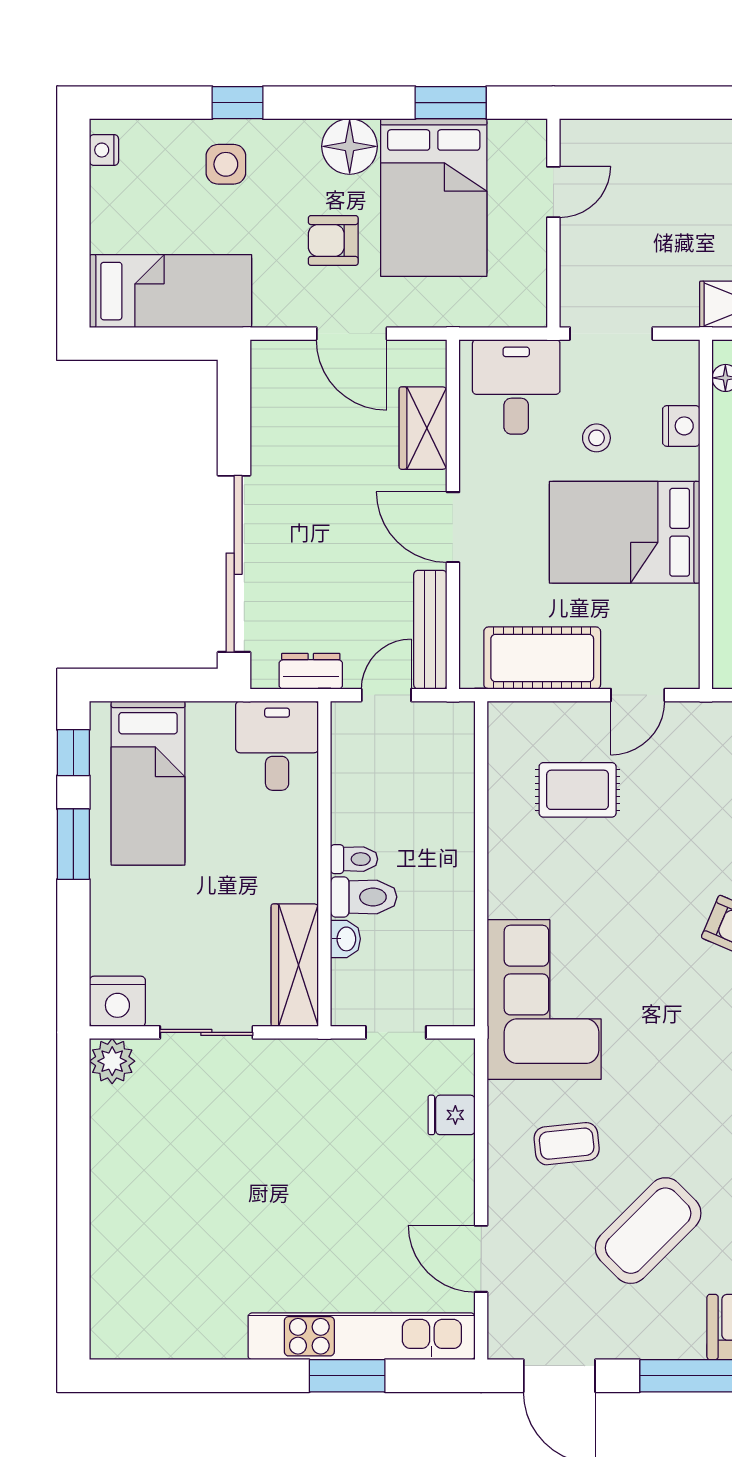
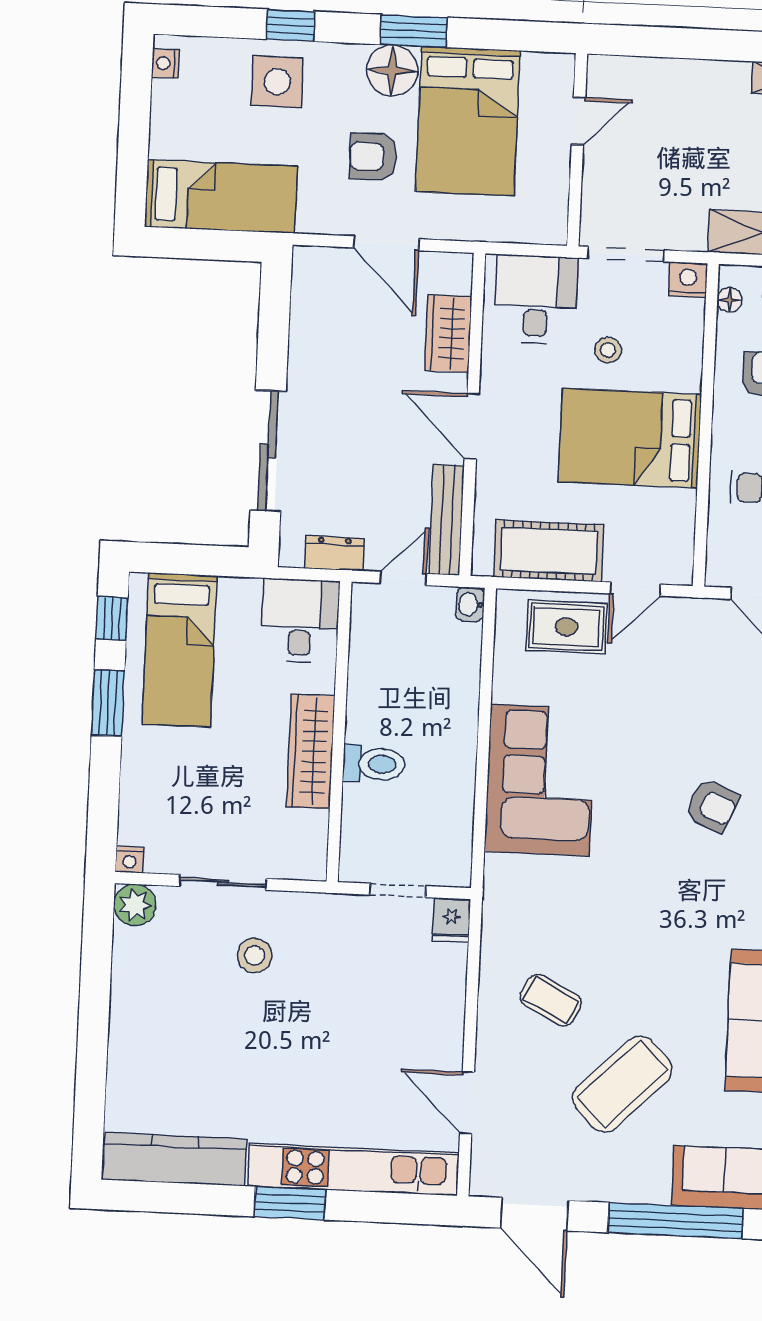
window: (451, 103) -> (414, 31), moved
side table: (226, 164) -> (277, 82), width x1.37, depth x1.37
nightstand: (681, 426) -> (688, 280), moved, turned -90
sliding door: (234, 564) -> (268, 451), width x0.73
rug: (578, 790) -> (566, 627), moved
toilet: (354, 859) -> (367, 729), removed
washbasin: (345, 939) -> (470, 604), moved, turned 180
wardrobe: (295, 965) -> (311, 751), moved
corner sofa: (544, 1000) -> (540, 780), moved
nightstand: (117, 1001) -> (129, 860), width x0.53, depth x0.56
stool: (244, 1110) -> (255, 956), added
fridge: (452, 1115) -> (451, 920), moved, turned -90
coffee table: (567, 1144) -> (551, 1000), turned 33
kitchen counter: (168, 1334) -> (175, 1159), added
window: (347, 1376) -> (290, 1203), moved

